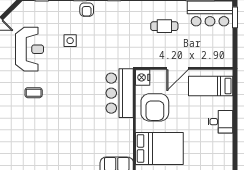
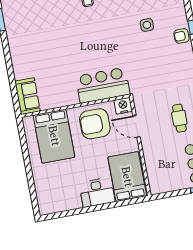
door: (178, 68) -> (136, 126), moved
bed: (211, 86) -> (127, 177), width x1.50
desk: (220, 122) -> (97, 192), width x1.37

